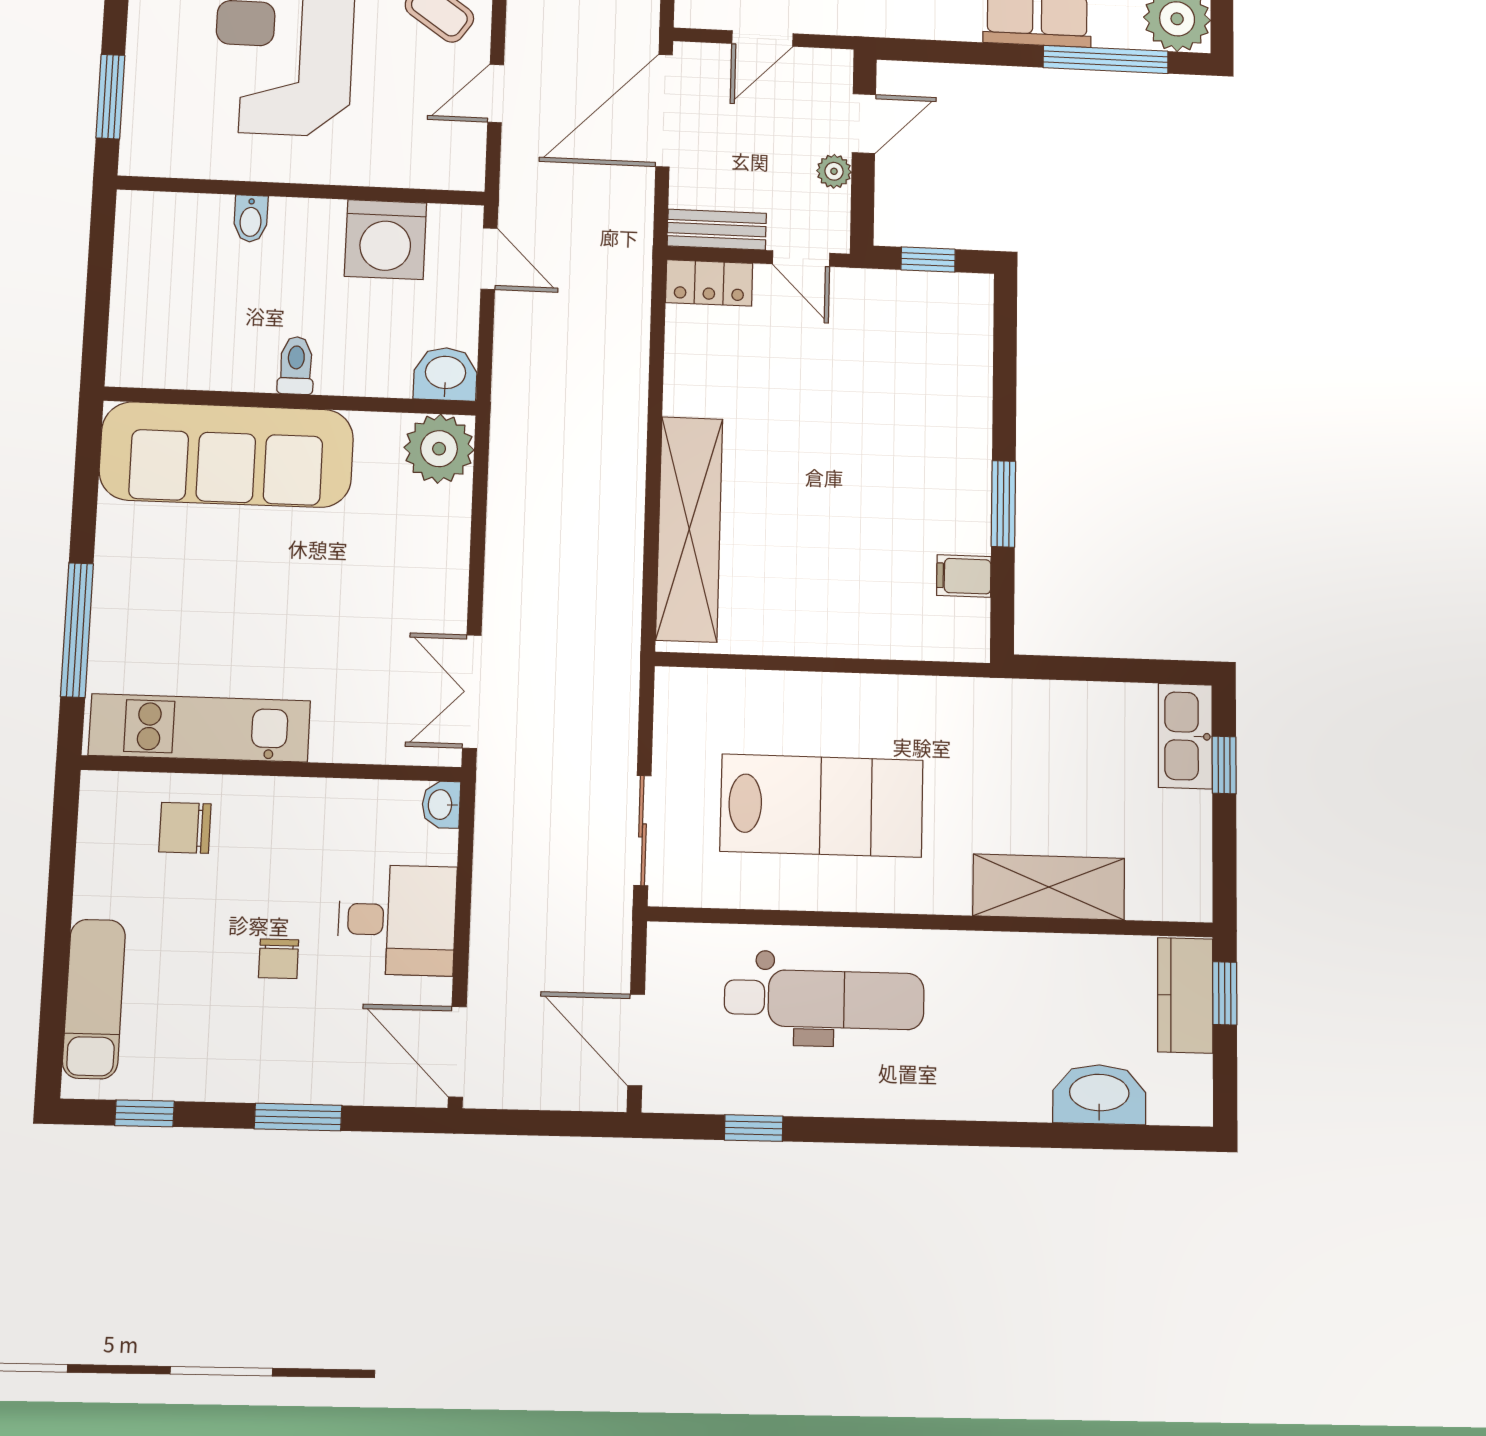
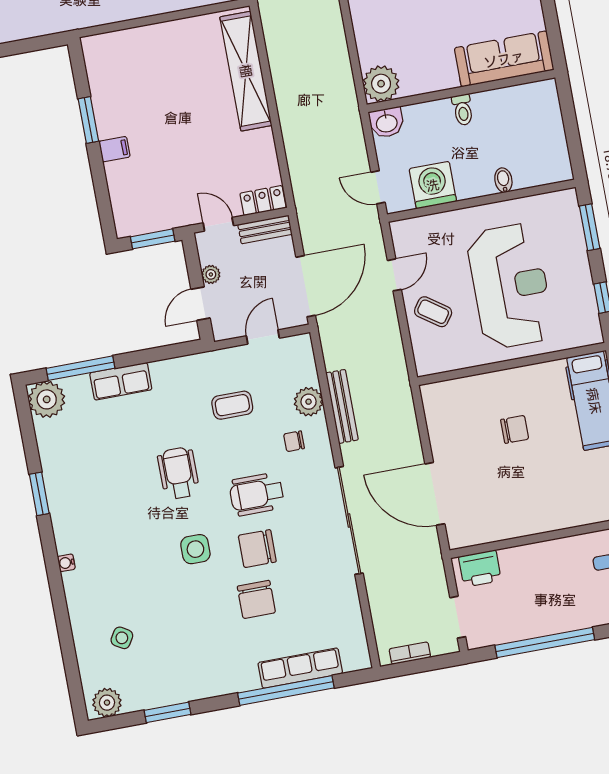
window: (928, 259) -> (153, 239), width x1.50
sofa: (227, 455) -> (504, 59), width x0.74, depth x0.79
filing cabinet: (964, 576) -> (114, 149), moved

